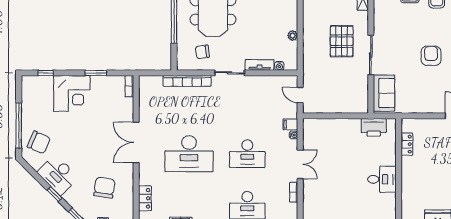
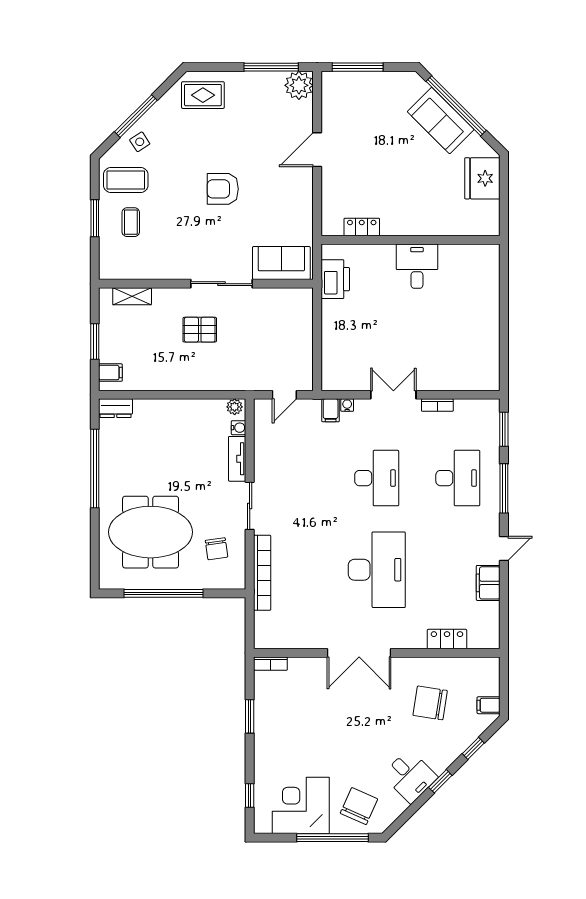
plant: (293, 36) -> (235, 407), moved
pallet: (342, 41) -> (200, 330), width x0.67, depth x0.71
corner desk: (72, 93) -> (301, 805), moved, turned -90
desk: (58, 175) -> (410, 776), width x0.73

